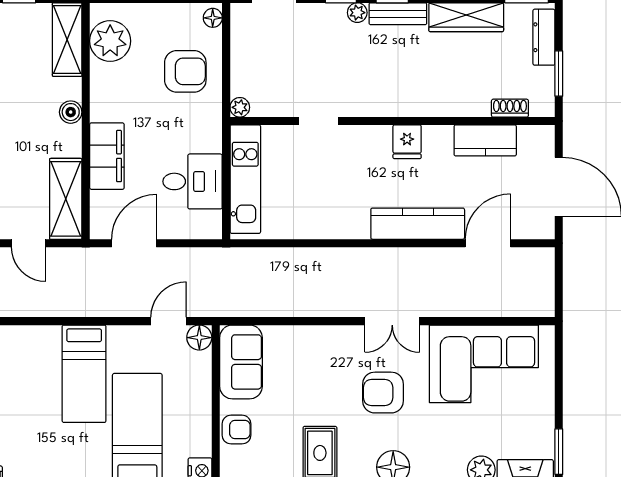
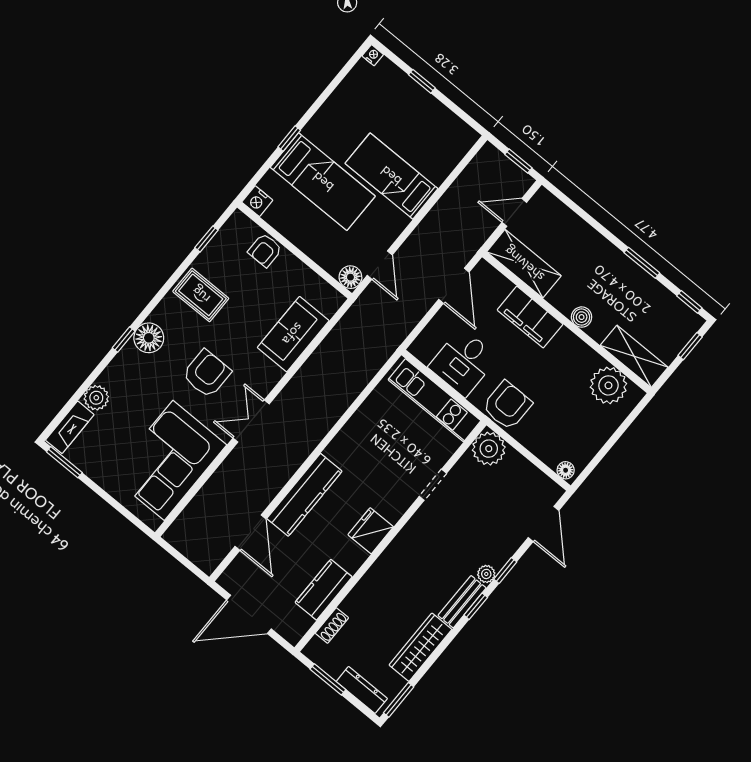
armchair: (185, 71) -> (507, 405), moved, turned 180
plant: (240, 107) -> (489, 449), width x1.87, depth x1.87
fridge: (407, 142) -> (371, 531), width x1.38
sofa: (241, 362) -> (293, 334), moved, turned 90

